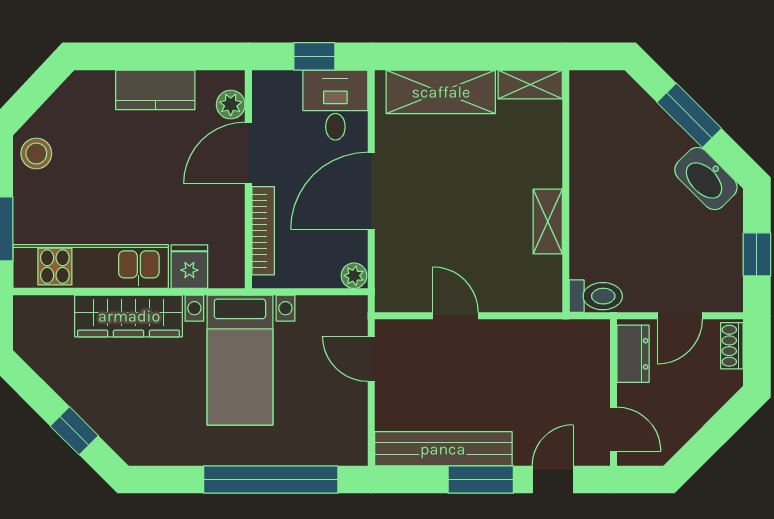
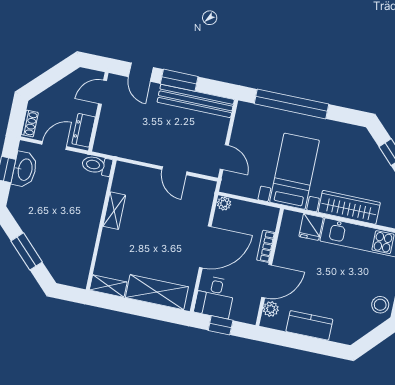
washbasin: (706, 179) -> (24, 170), moved, turned 45
bookcase: (263, 231) -> (266, 246), width x0.64
door: (614, 429) -> (102, 92), hinge flipped
door: (553, 480) -> (141, 72), hinge flipped

